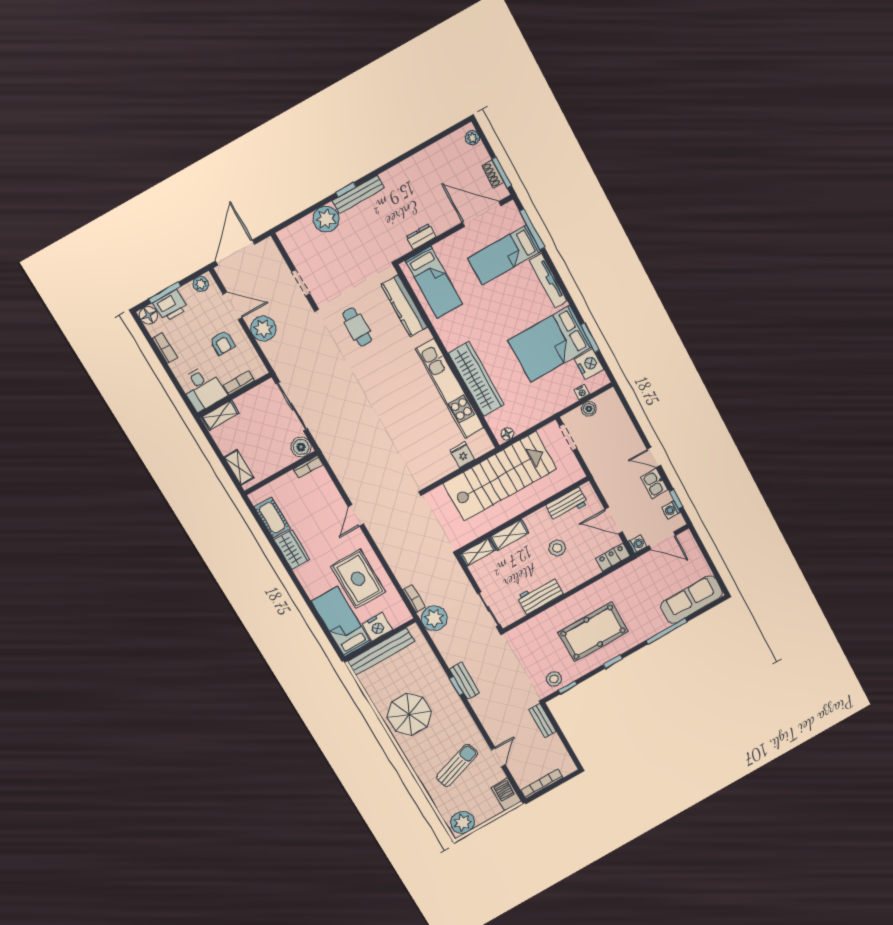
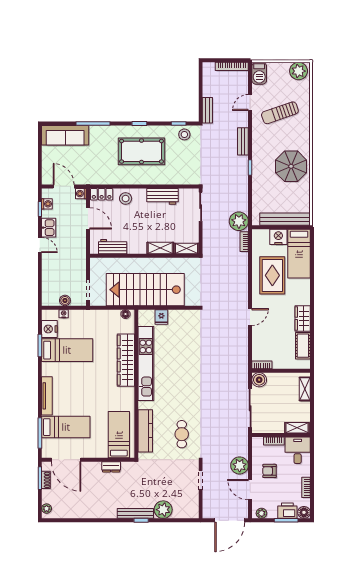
armchair: (222, 343) -> (270, 471), turned -90
bed: (550, 344) -> (67, 350), width x0.67
stool: (557, 548) -> (126, 199), moved
bench: (464, 681) -> (243, 141), moved

